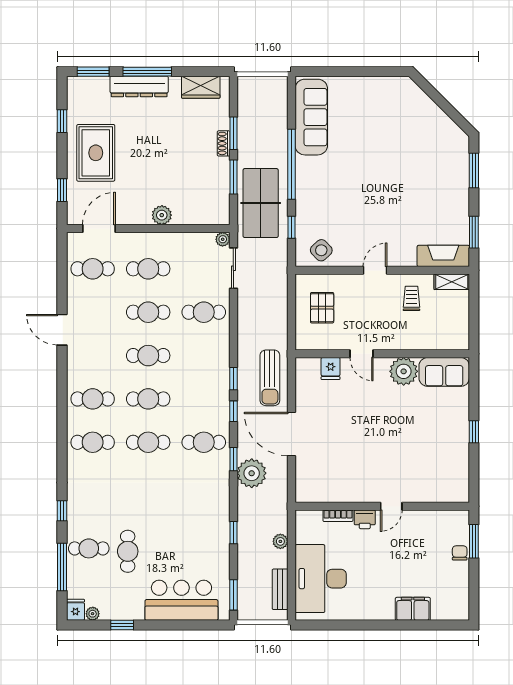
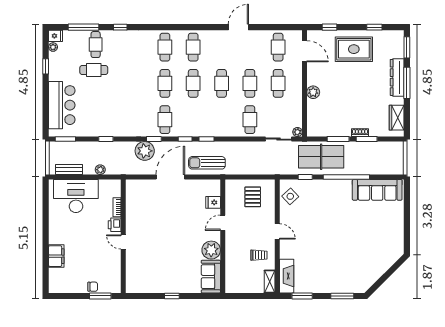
pallet: (322, 308) -> (253, 197), turned 90

